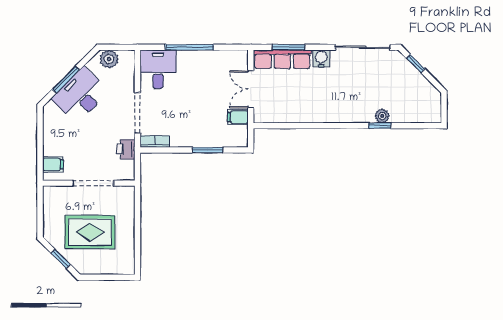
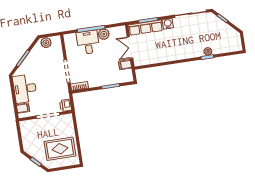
plant: (209, 60) -> (104, 34), added
desk: (158, 69) -> (88, 42), moved
desk: (80, 95) -> (25, 89), moved, turned -45
printer: (126, 149) -> (66, 105), moved
rug: (90, 232) -> (60, 149), moved

